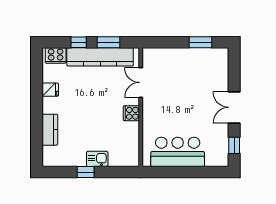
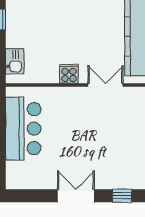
window: (234, 145) -> (122, 196), moved
kitchen sink: (97, 159) -> (15, 61), moved

